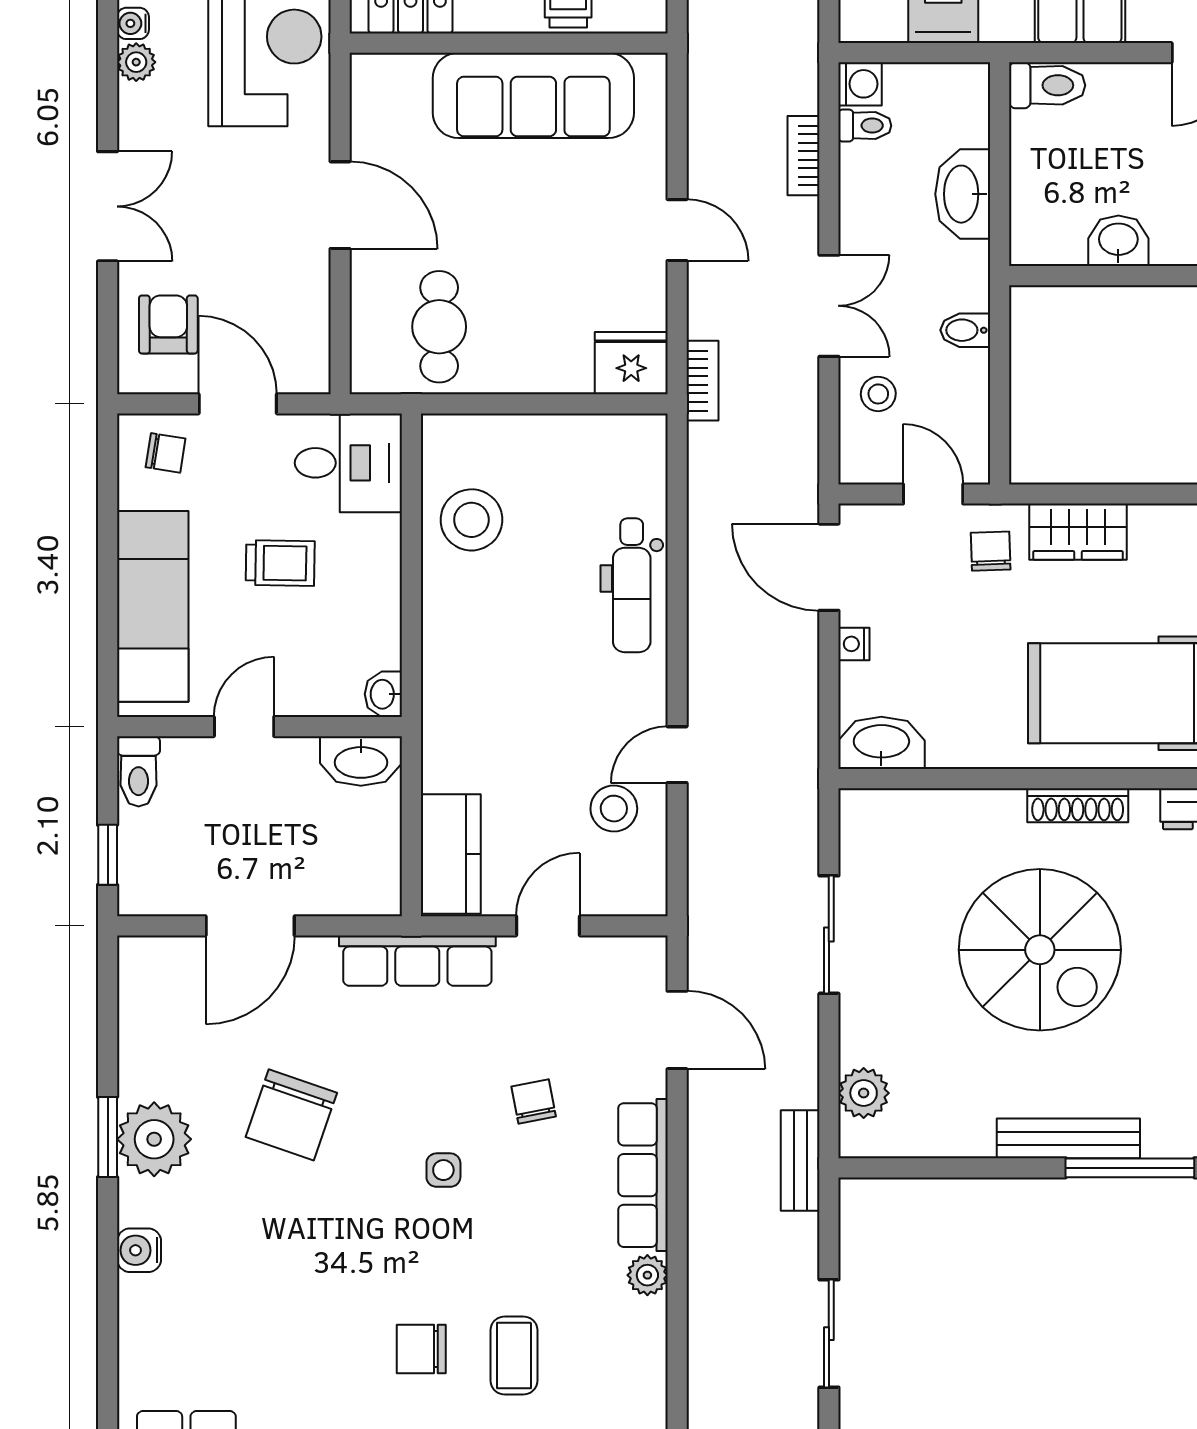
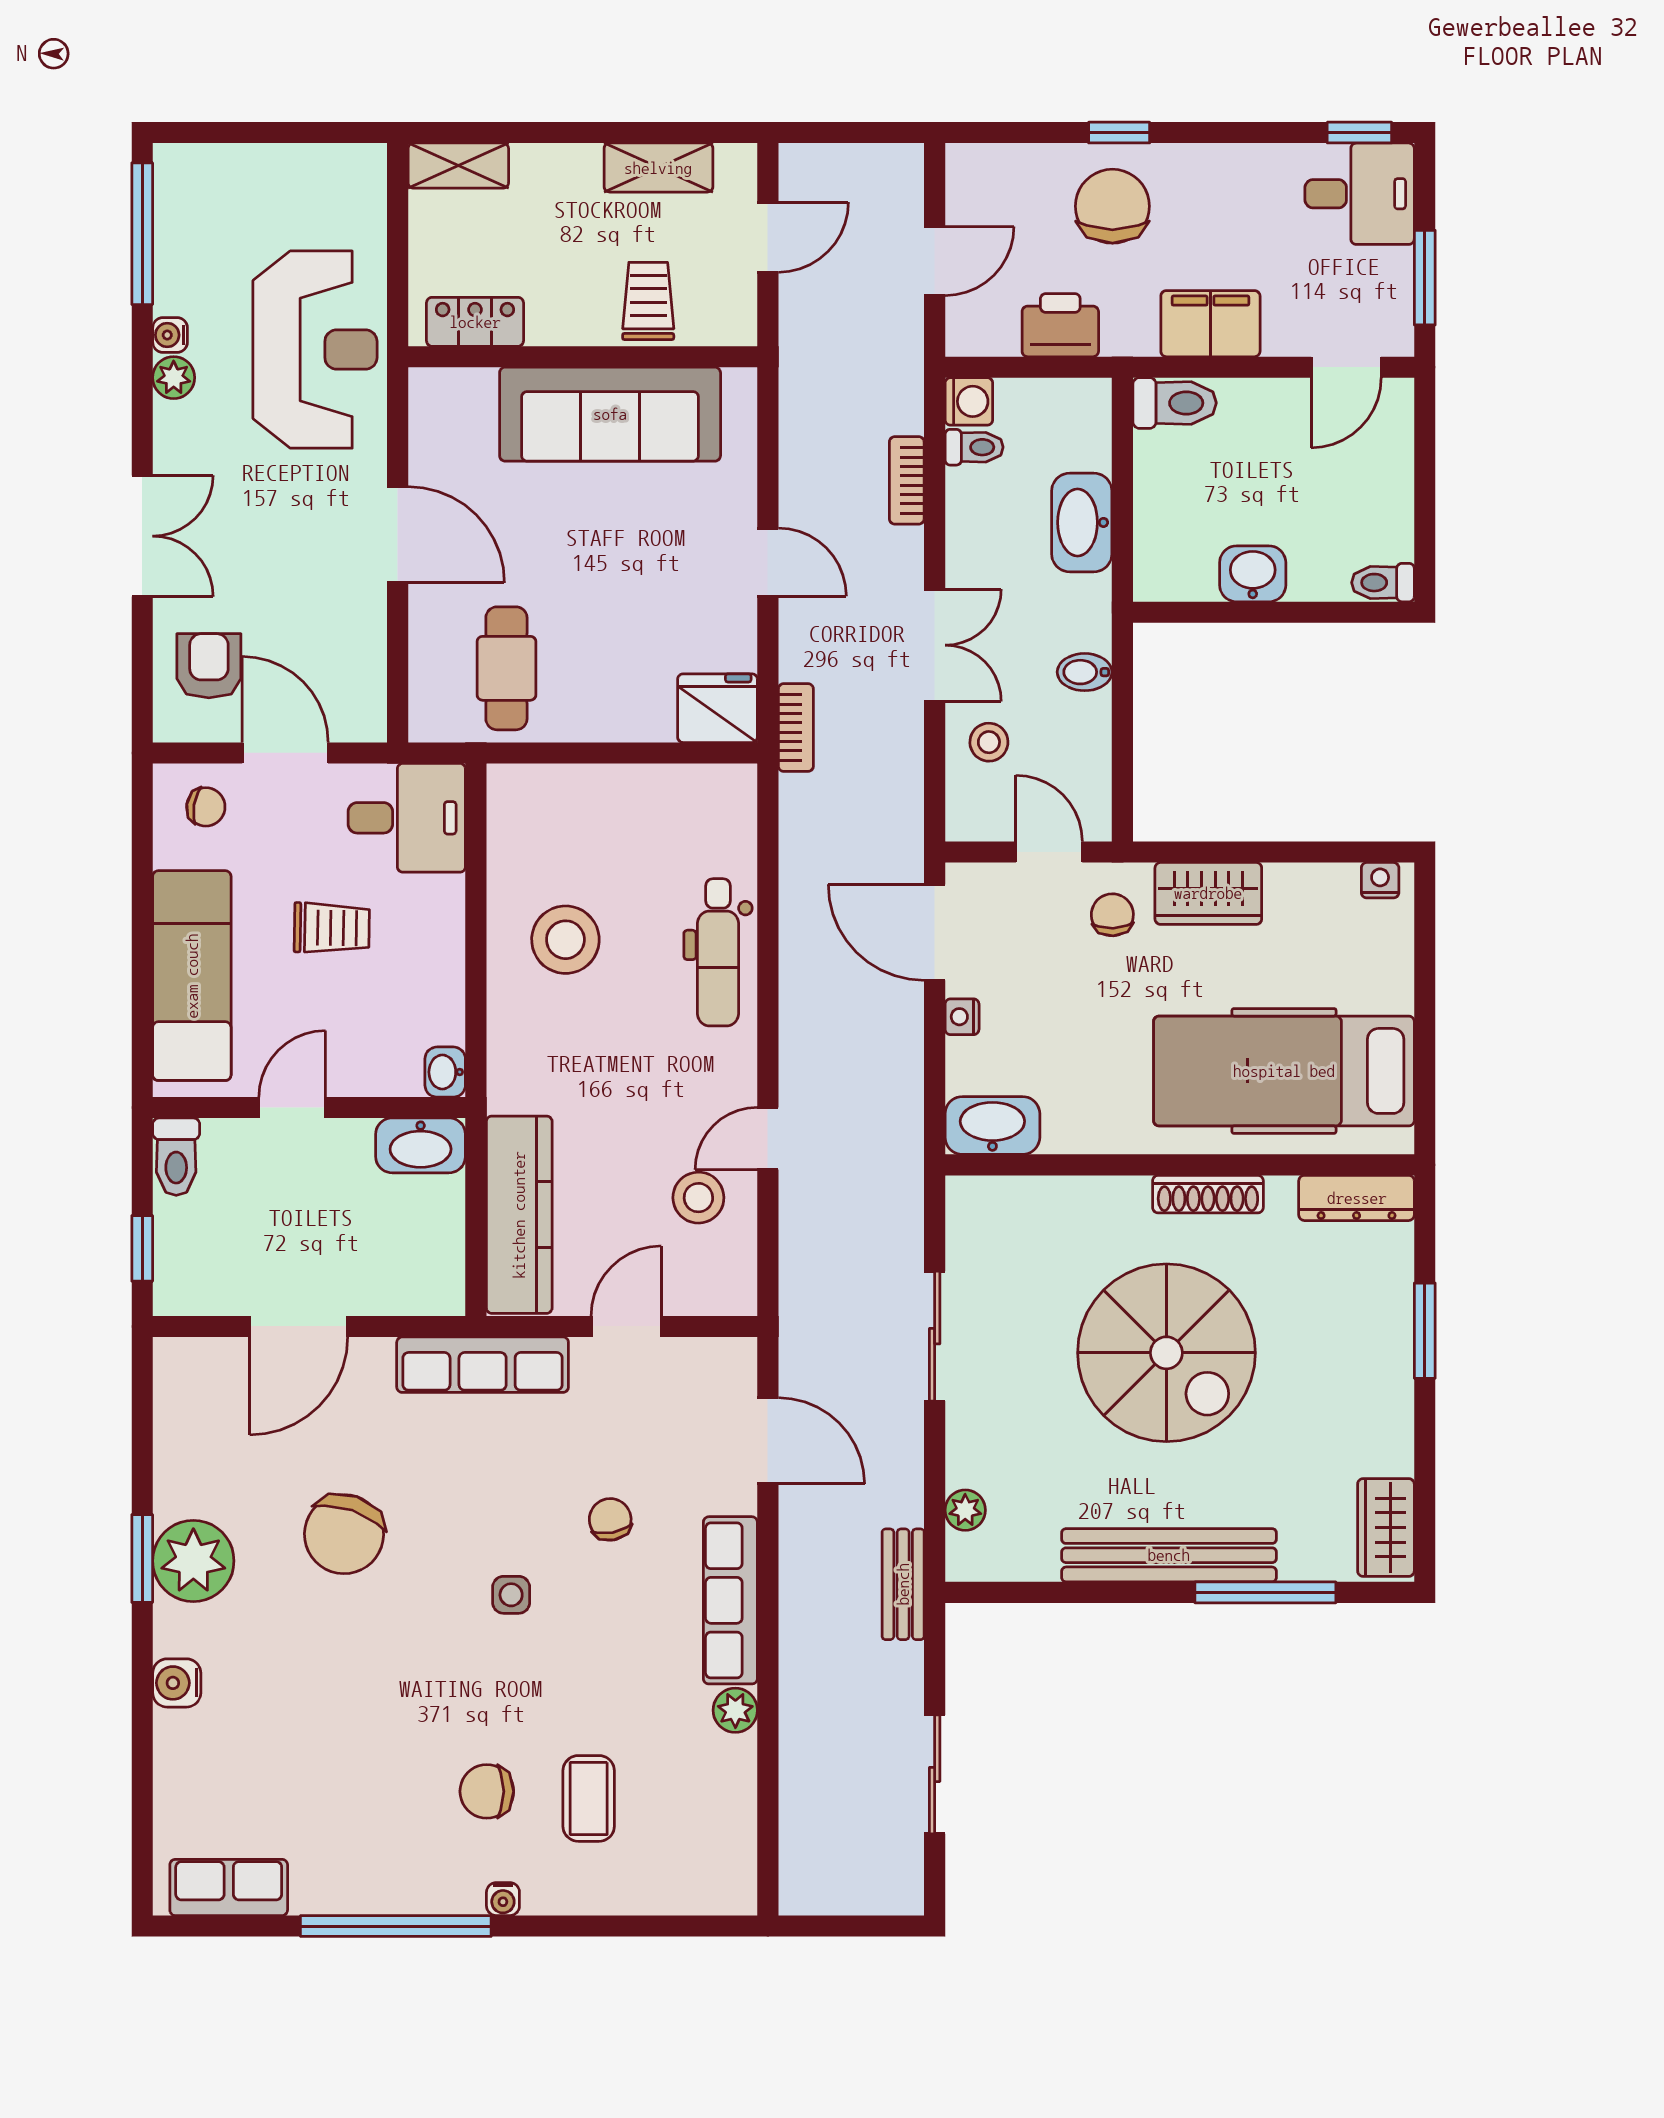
stool: (471, 520) -> (565, 940), moved
kitchen counter: (451, 854) -> (519, 1215), width x1.50
plant: (864, 1093) -> (965, 1510), width x0.73, depth x0.73
bench: (1068, 1138) -> (1169, 1555), width x1.37, depth x1.21

